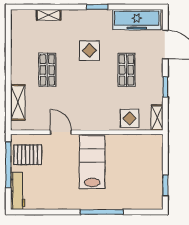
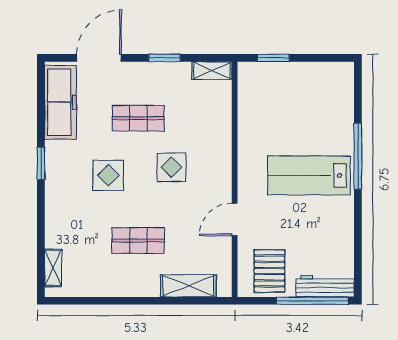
shelving: (49, 15) -> (53, 268), moved
display table: (130, 118) -> (171, 167), moved
lab bench: (92, 162) -> (309, 176), moved
window: (8, 165) -> (312, 301), moved
window: (165, 185) -> (273, 58), moved

